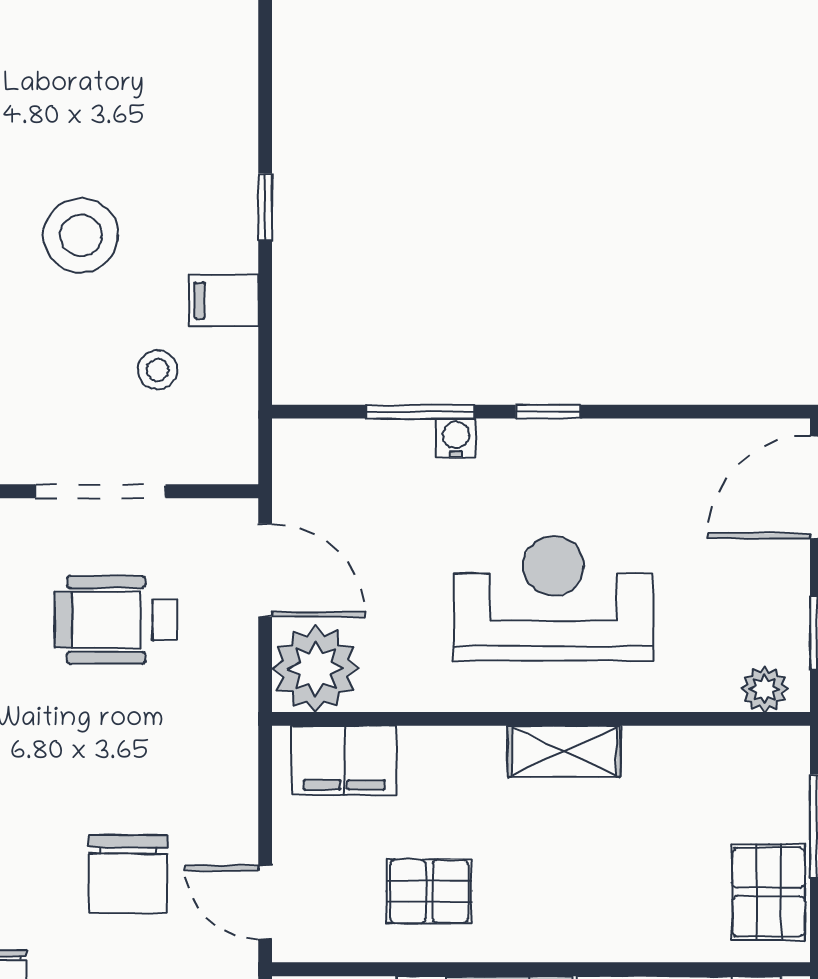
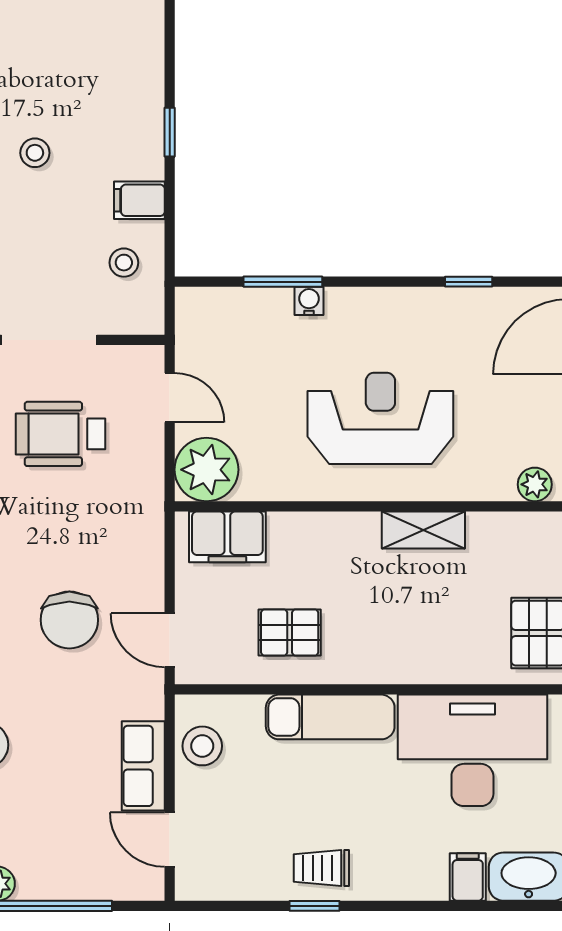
stool: (81, 235) -> (35, 153), width x0.53, depth x0.53
stool: (158, 370) -> (124, 263), moved
window: (548, 412) -> (469, 282), moved
door: (265, 570) -> (170, 398), width x0.73
shelving: (564, 751) -> (423, 530), moved

